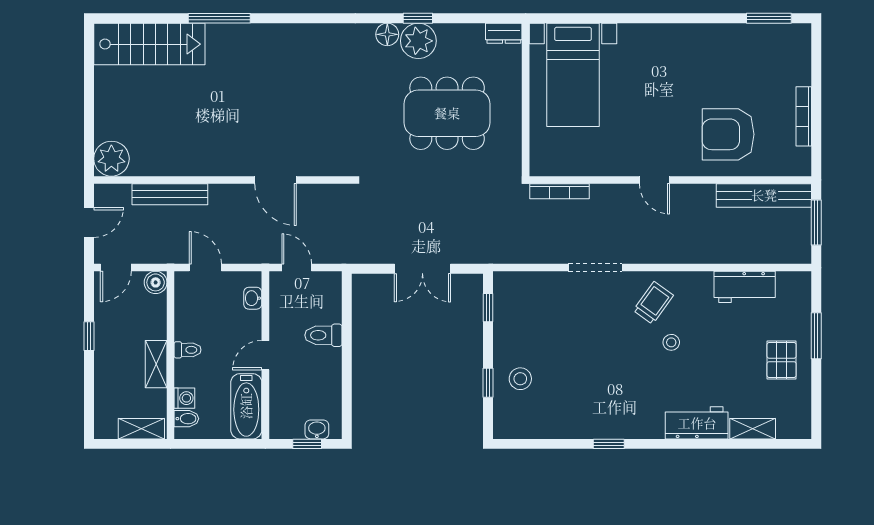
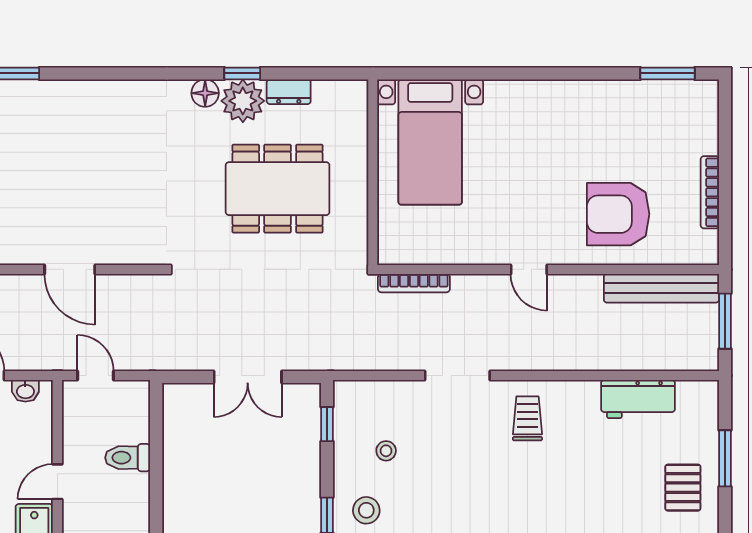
dresser: (504, 33) -> (289, 92), moved
washbasin: (253, 298) -> (25, 391), moved, turned -90
trolley: (653, 303) -> (527, 418), turned -36
stool: (671, 342) -> (386, 451), moved

